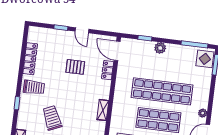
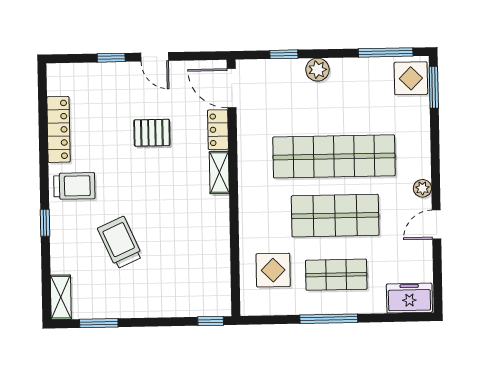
shelving: (103, 110) -> (219, 173), moved

